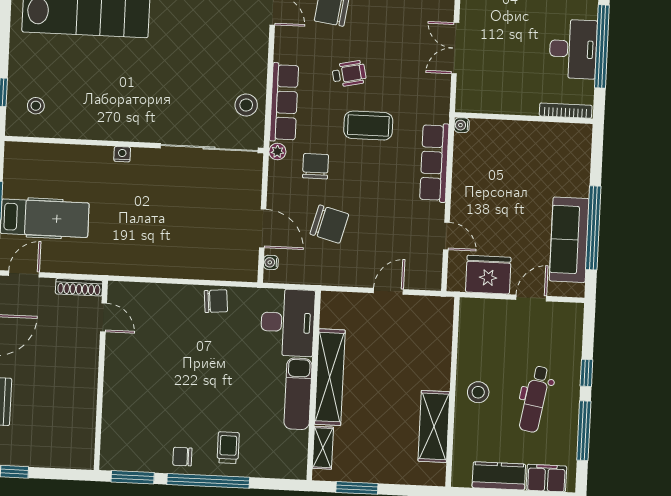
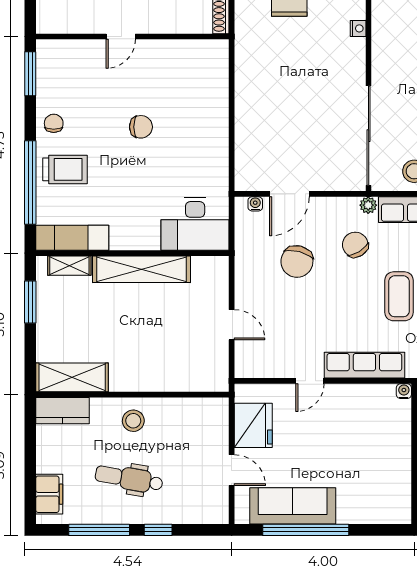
nightstand: (122, 154) -> (358, 28), moved
chair: (316, 166) -> (355, 245), turned -122
door: (446, 236) -> (310, 381), moved
chair: (216, 301) -> (141, 127), moved, turned -85
door: (104, 317) -> (121, 37), moved
exam couch: (298, 394) -> (72, 238), moved
shelving: (434, 426) -> (72, 377), moved
trolley: (228, 448) -> (65, 169), width x1.36, depth x1.39
kitchen counter: (499, 476) -> (63, 411), moved, turned 90
window: (208, 481) -> (30, 182), moved

